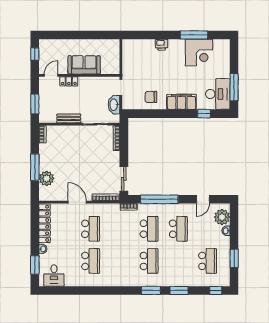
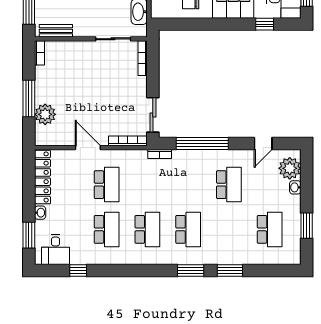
bench: (69, 118) -> (56, 31), moved
school desk: (149, 229) -> (147, 229), moved
window: (216, 290) -> (78, 270), moved

